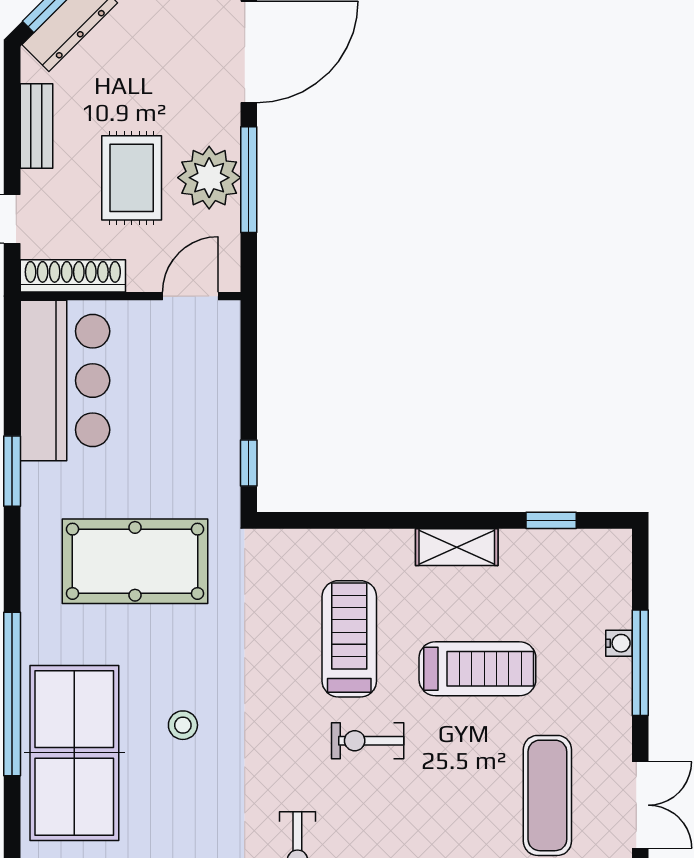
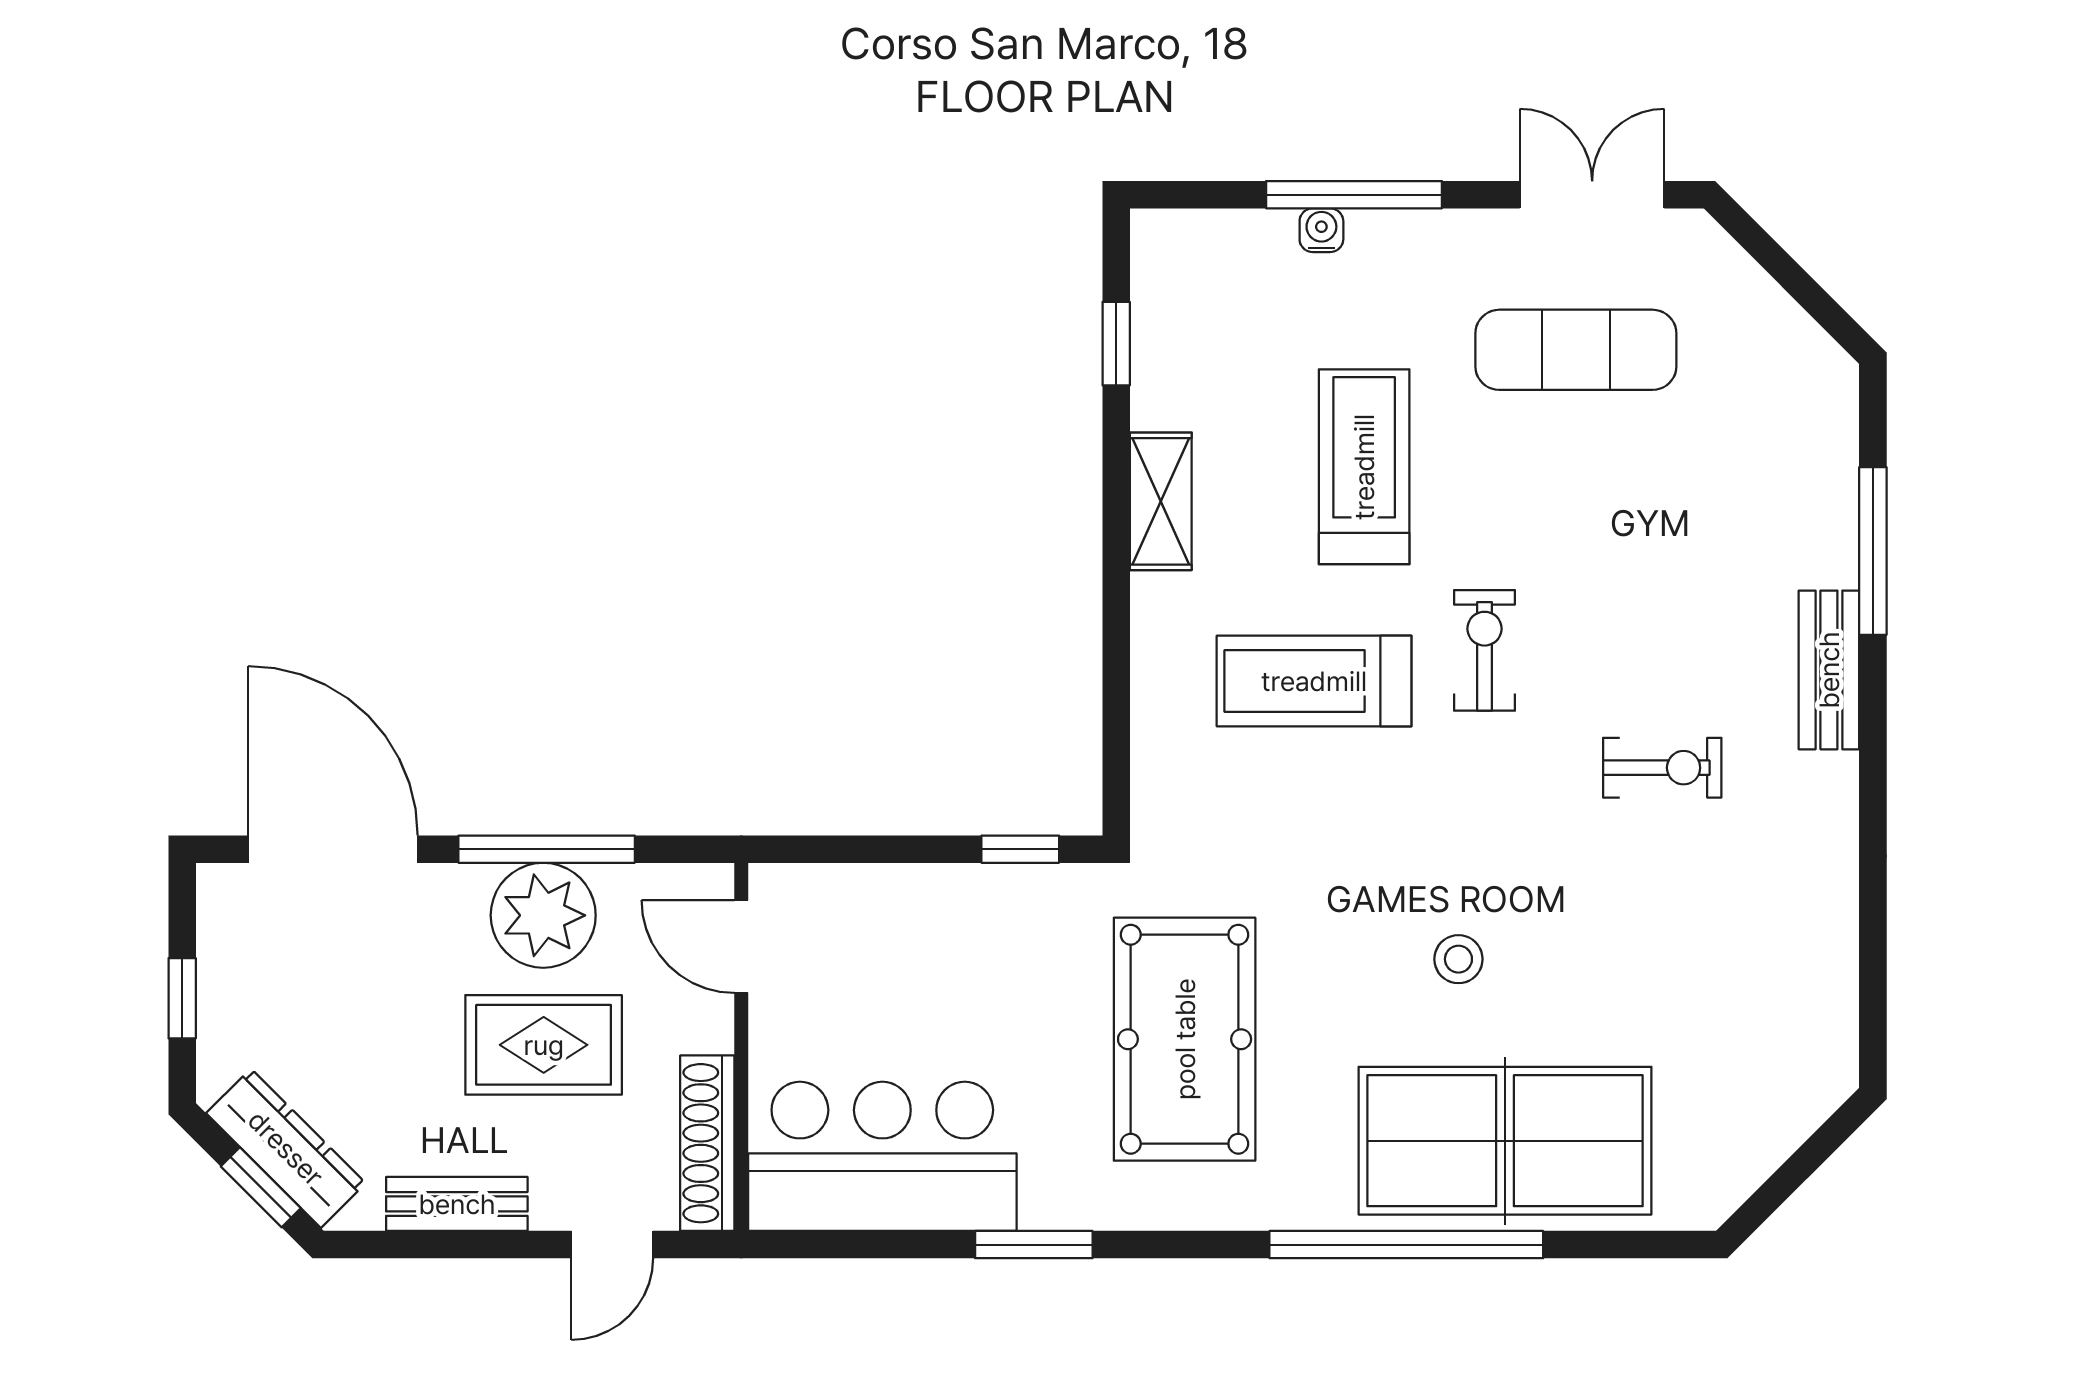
exercise bike: (368, 741) -> (1485, 650), turned 180

